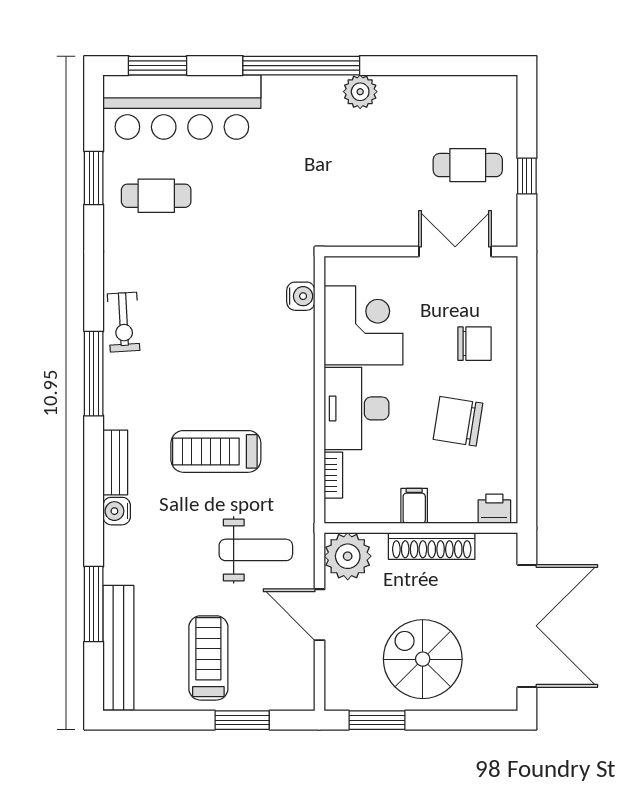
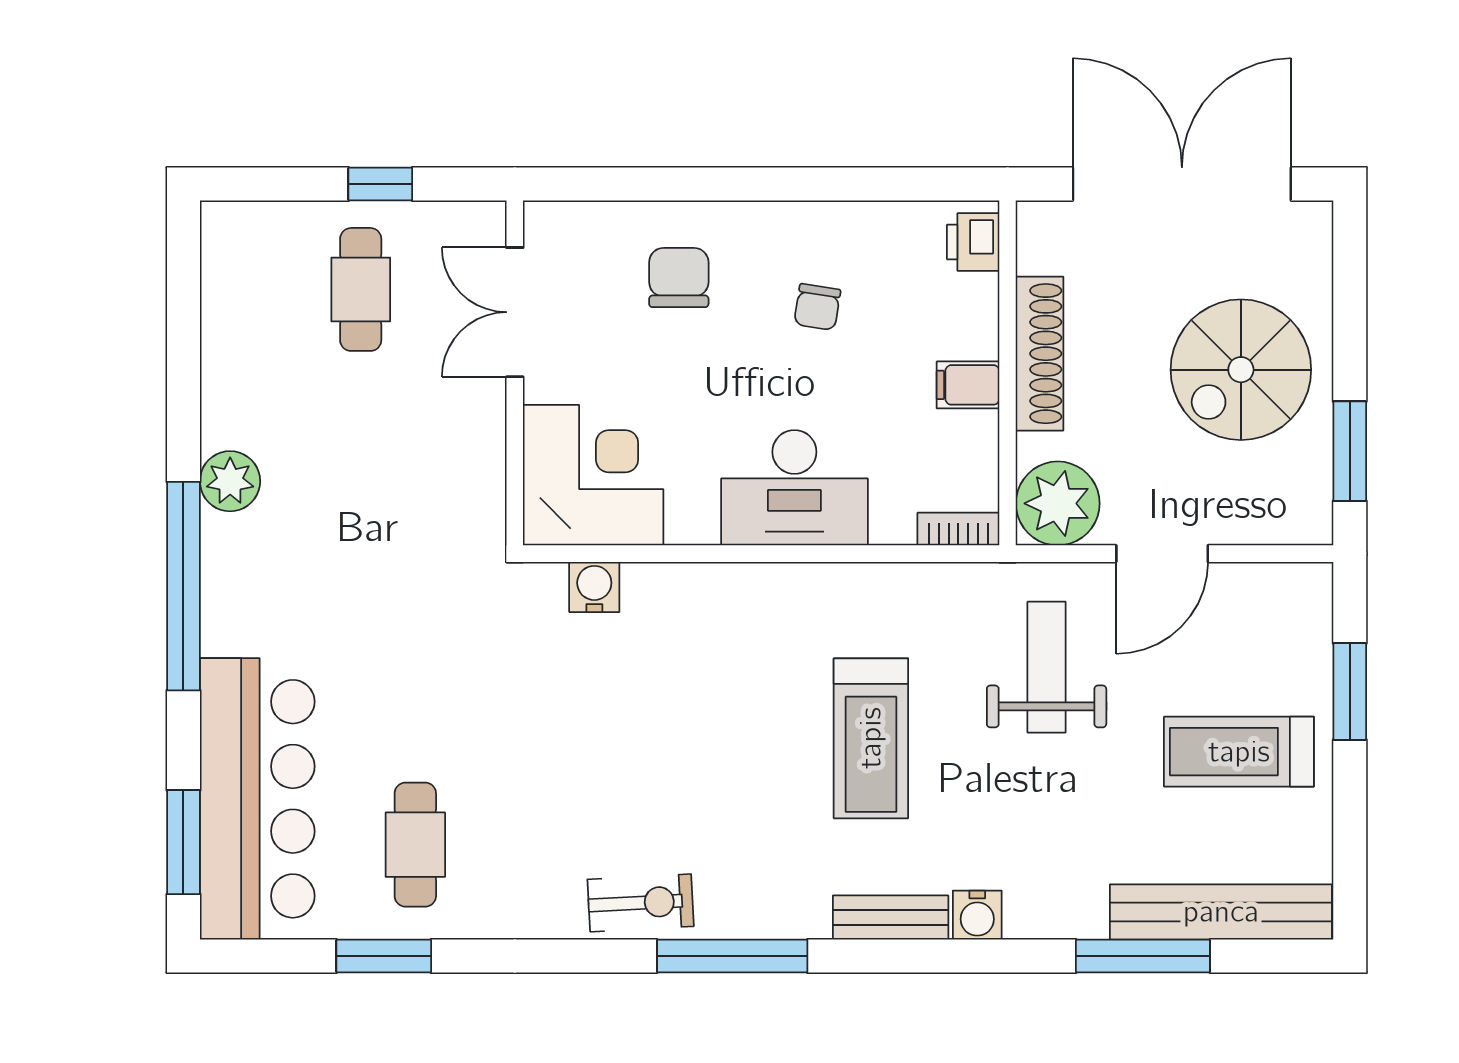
corner desk: (364, 325) -> (593, 475), moved, turned 90
chair: (458, 421) -> (817, 307), width x0.54, depth x0.54
bookcase: (333, 475) -> (958, 529), moved

